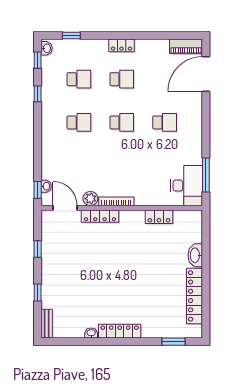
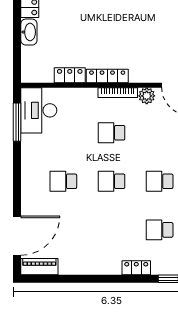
locker: (121, 45) -> (136, 268), moved
school desk: (122, 79) -> (112, 133), moved
locker: (100, 216) -> (107, 76), moved

